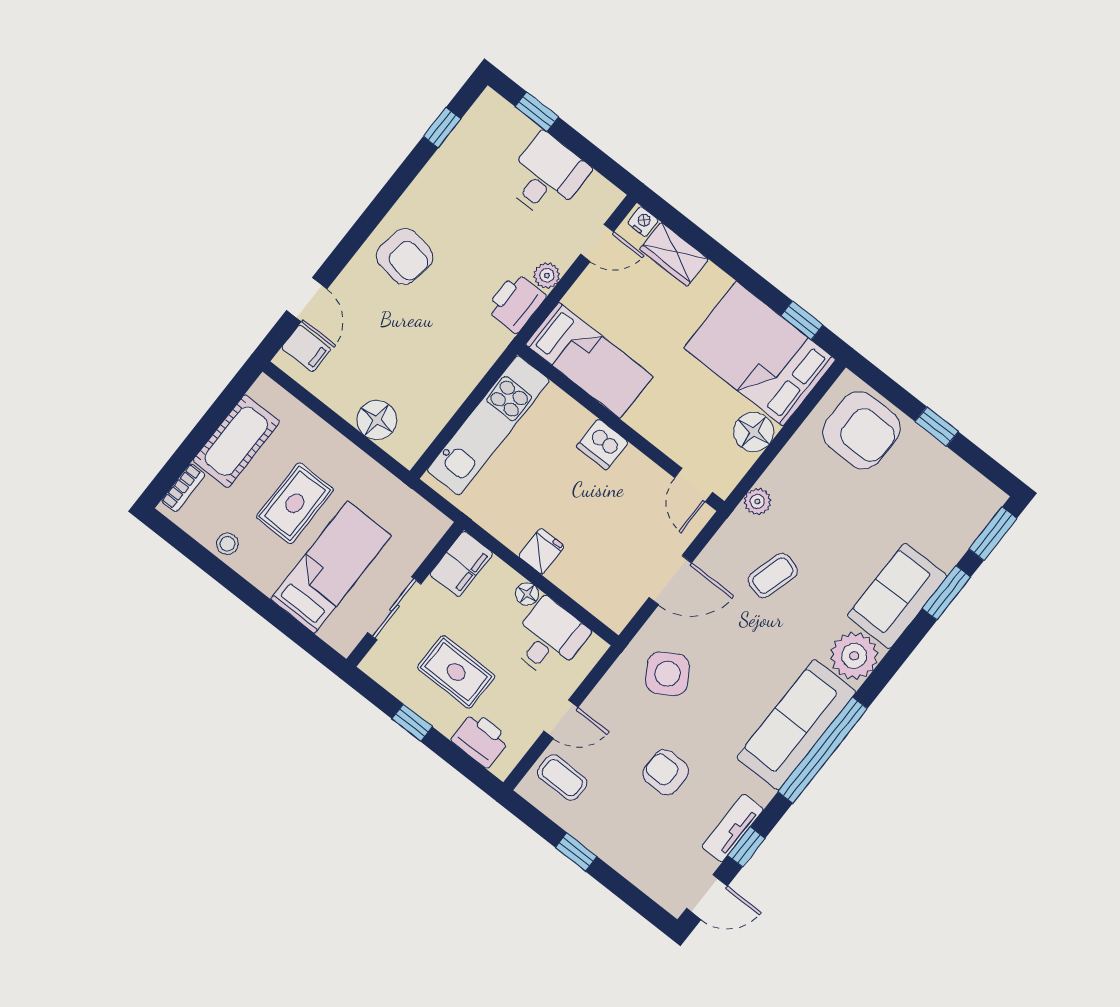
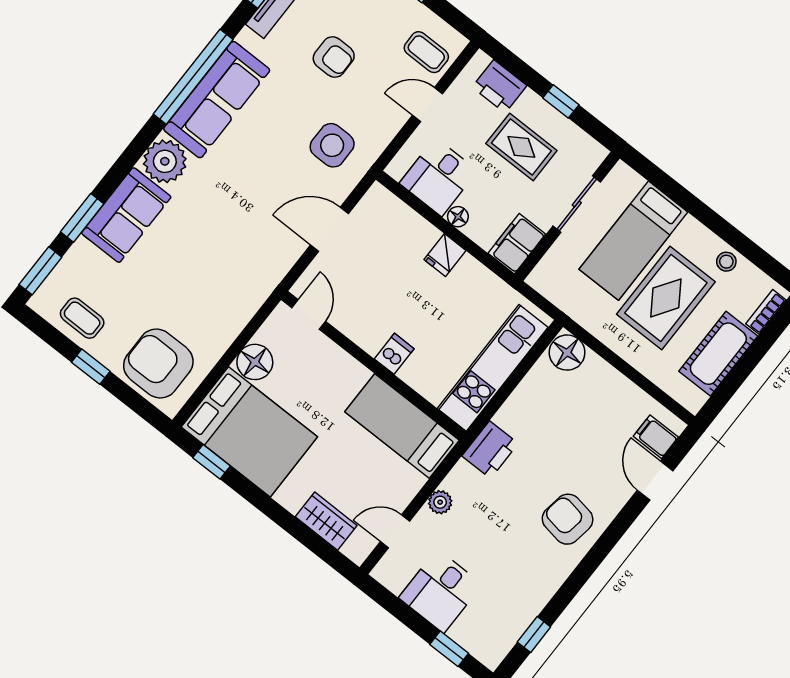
nightstand: (643, 222) -> (354, 550), removed
printer: (516, 303) -> (490, 450), moved
floor lamp: (377, 420) -> (567, 353), moved
dishwasher: (602, 444) -> (394, 354), width x0.73
plant: (757, 501) -> (251, 300), removed
rug: (295, 503) -> (666, 298), width x1.36, depth x1.43
coffee table: (773, 576) -> (82, 318), moved, turned 74
side table: (667, 674) -> (332, 145), turned 32

